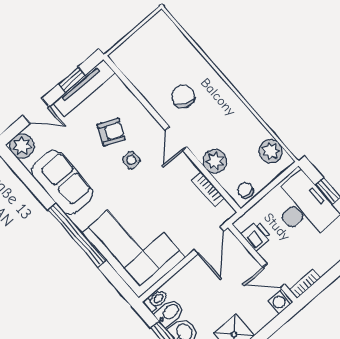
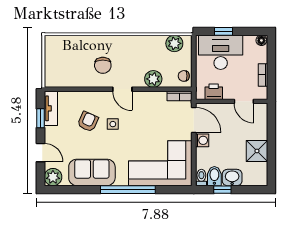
tv unit: (84, 88) -> (51, 108), width x0.71
chair: (183, 96) -> (103, 65), turned -114
door: (36, 111) -> (40, 153), hinge flipped
bookcase: (208, 189) -> (180, 96), moved
door: (274, 276) -> (244, 101), hinge flipped
bookcase: (305, 284) -> (263, 75), moved
washing machine: (280, 301) -> (202, 140), moved, turned -90

